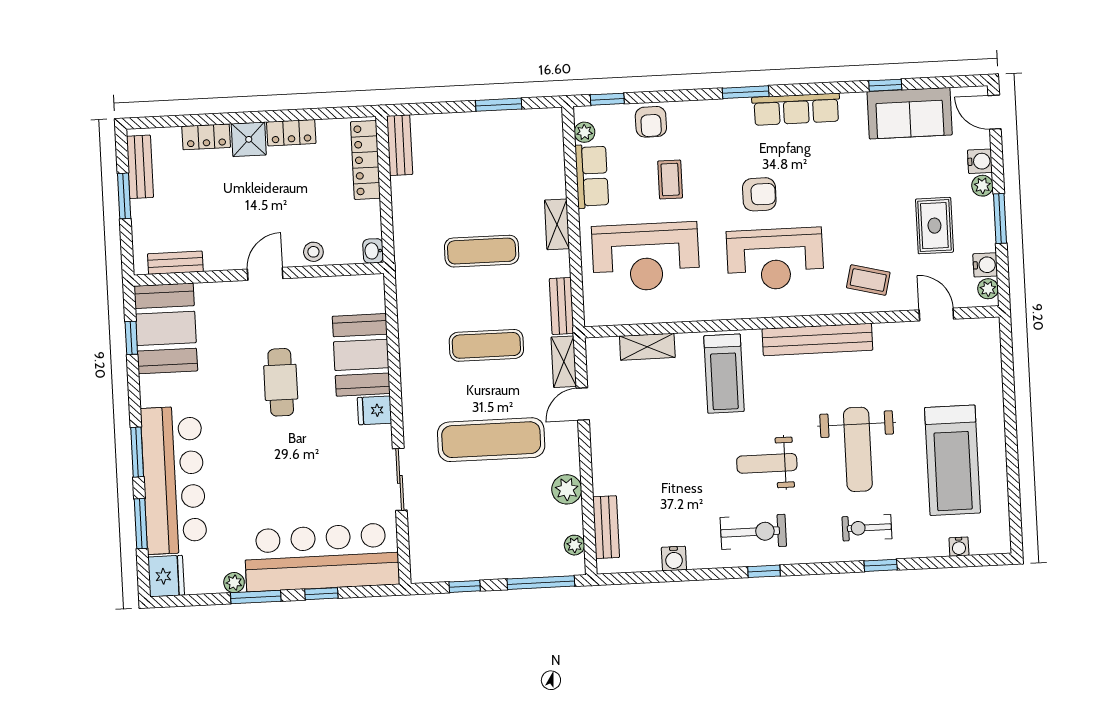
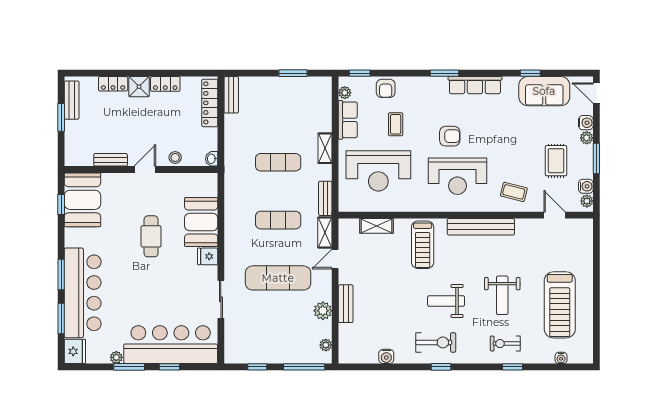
bench: (175, 263) -> (111, 160), moved
weight bench: (858, 449) -> (502, 295), width x0.73, depth x0.75
bench: (606, 527) -> (346, 304), moved

